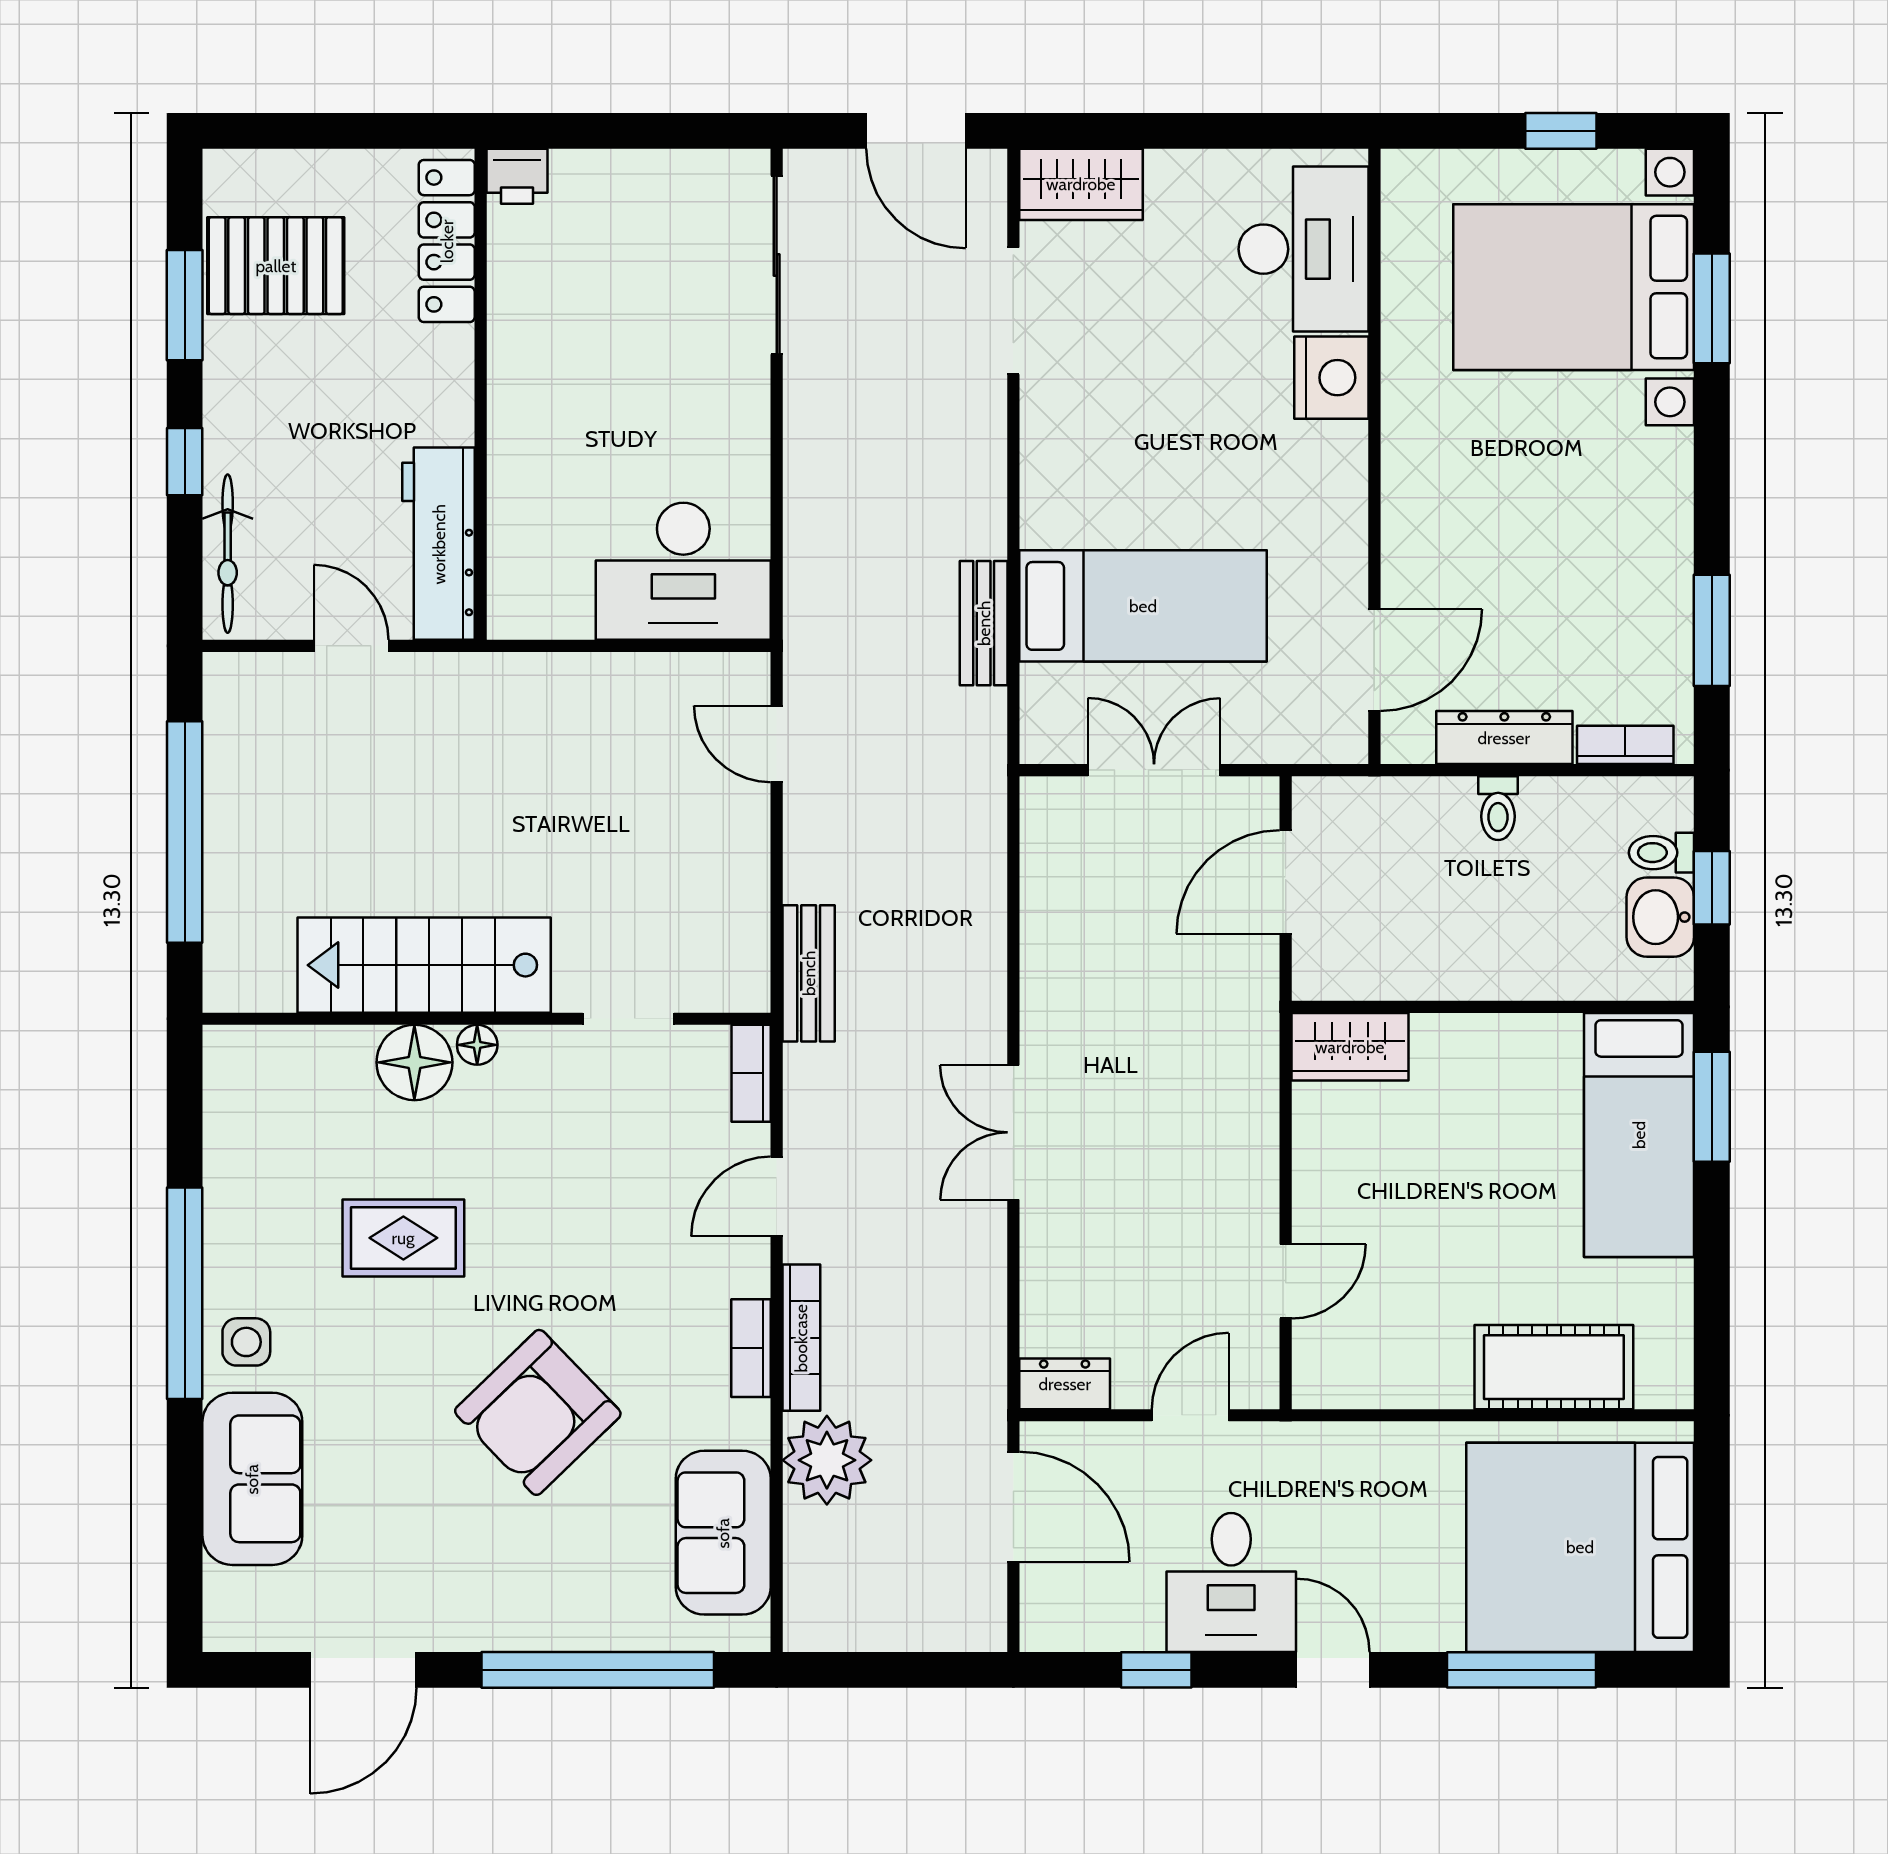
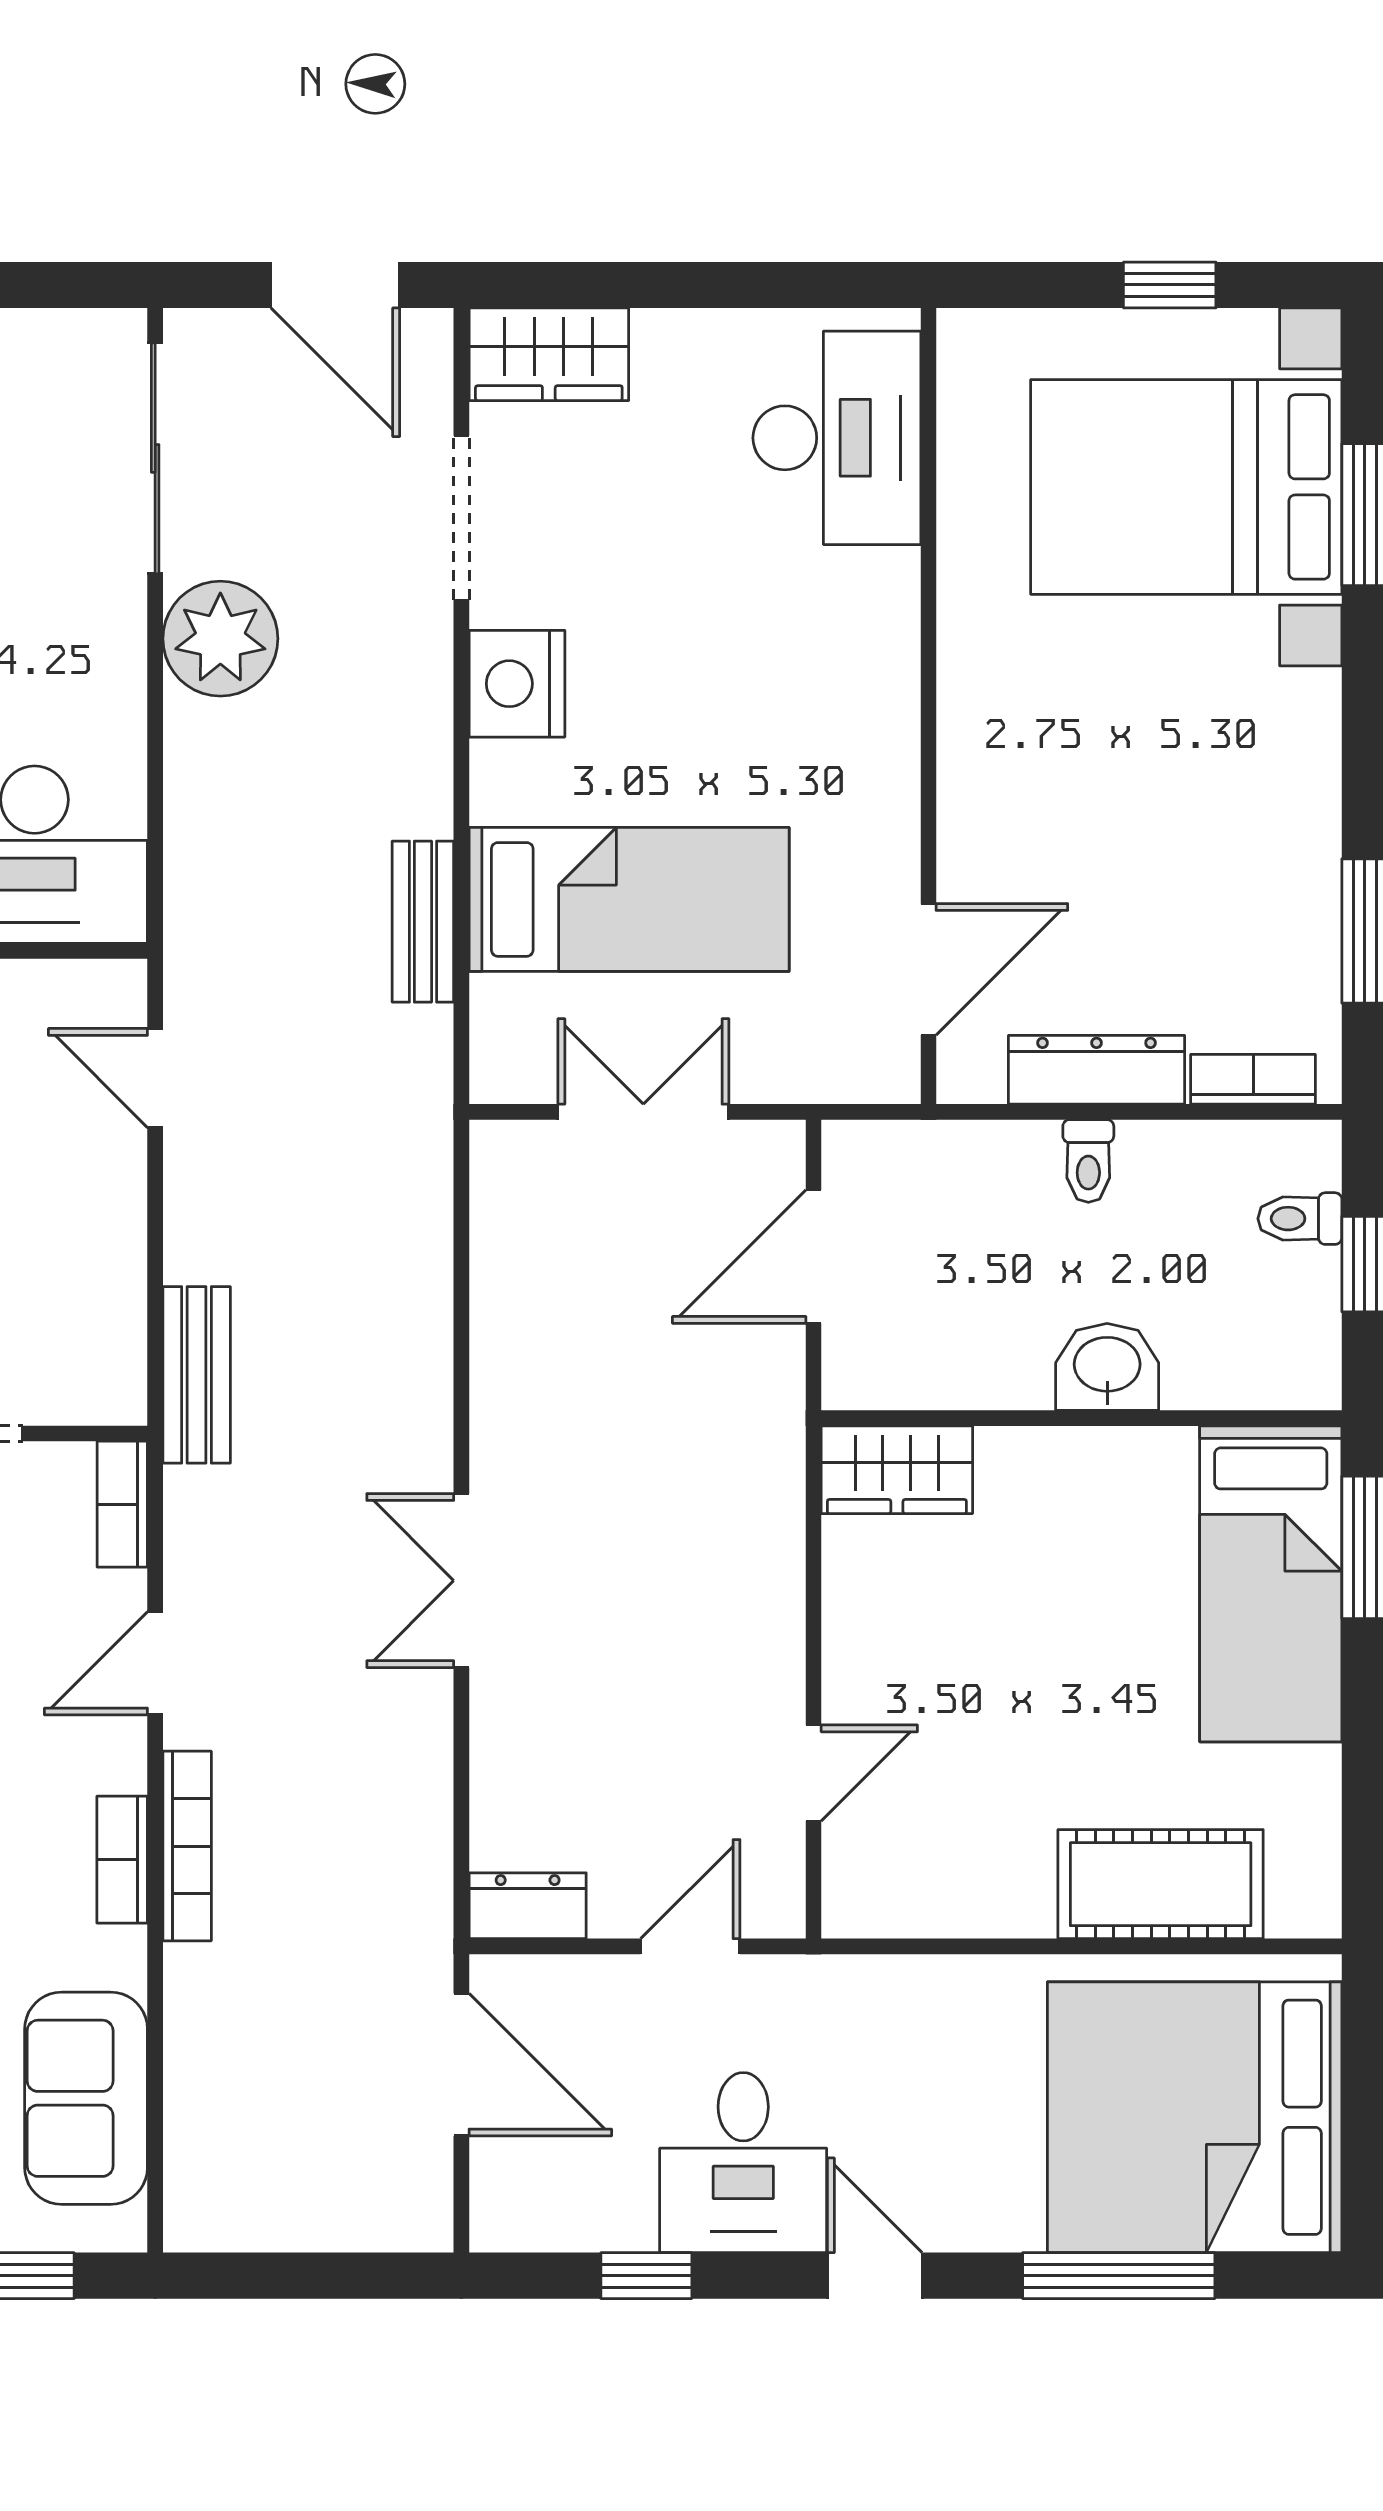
nightstand: (1331, 378) -> (517, 684), moved, turned 180
washbasin: (1660, 917) -> (1107, 1367), moved, turned 90
plant: (827, 1460) -> (220, 639), moved

